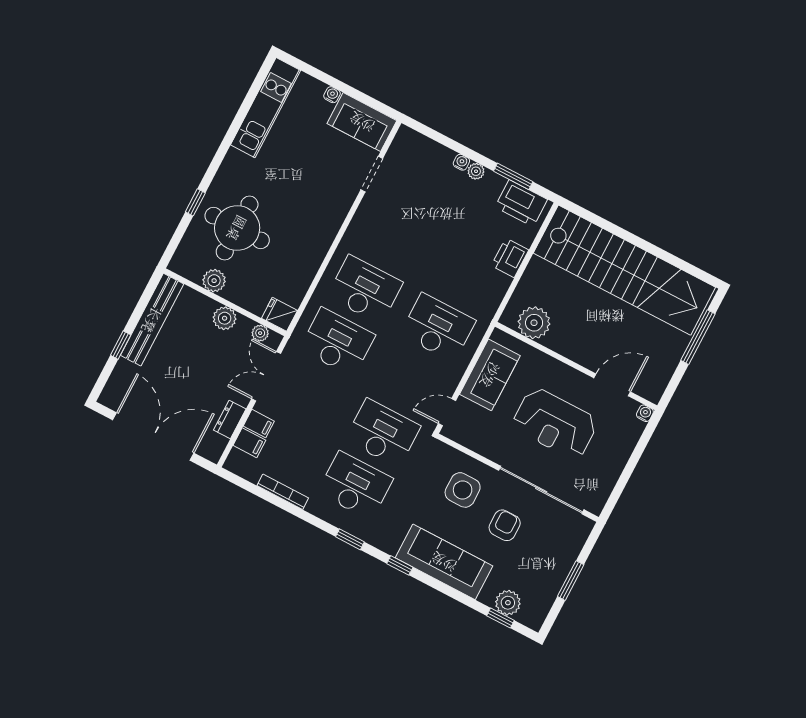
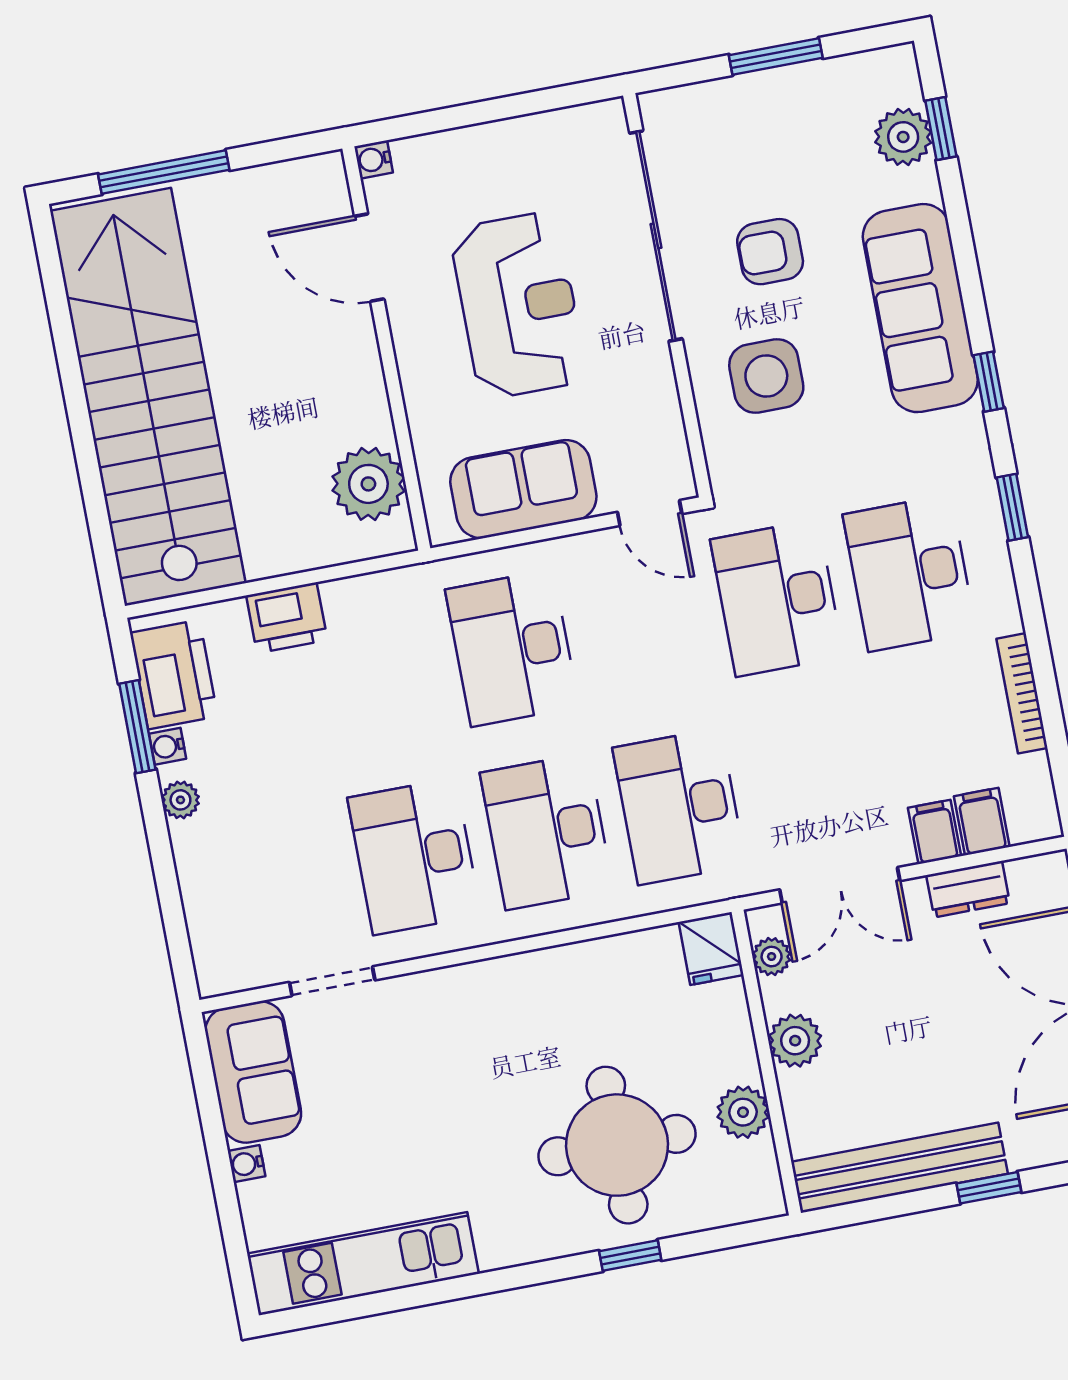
water cooler: (461, 162) -> (168, 746), moved
desk: (392, 237) -> (414, 856), added

